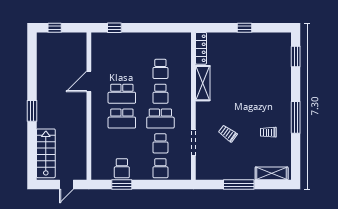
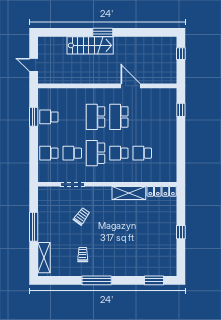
stairs: (46, 153) -> (90, 45), moved

